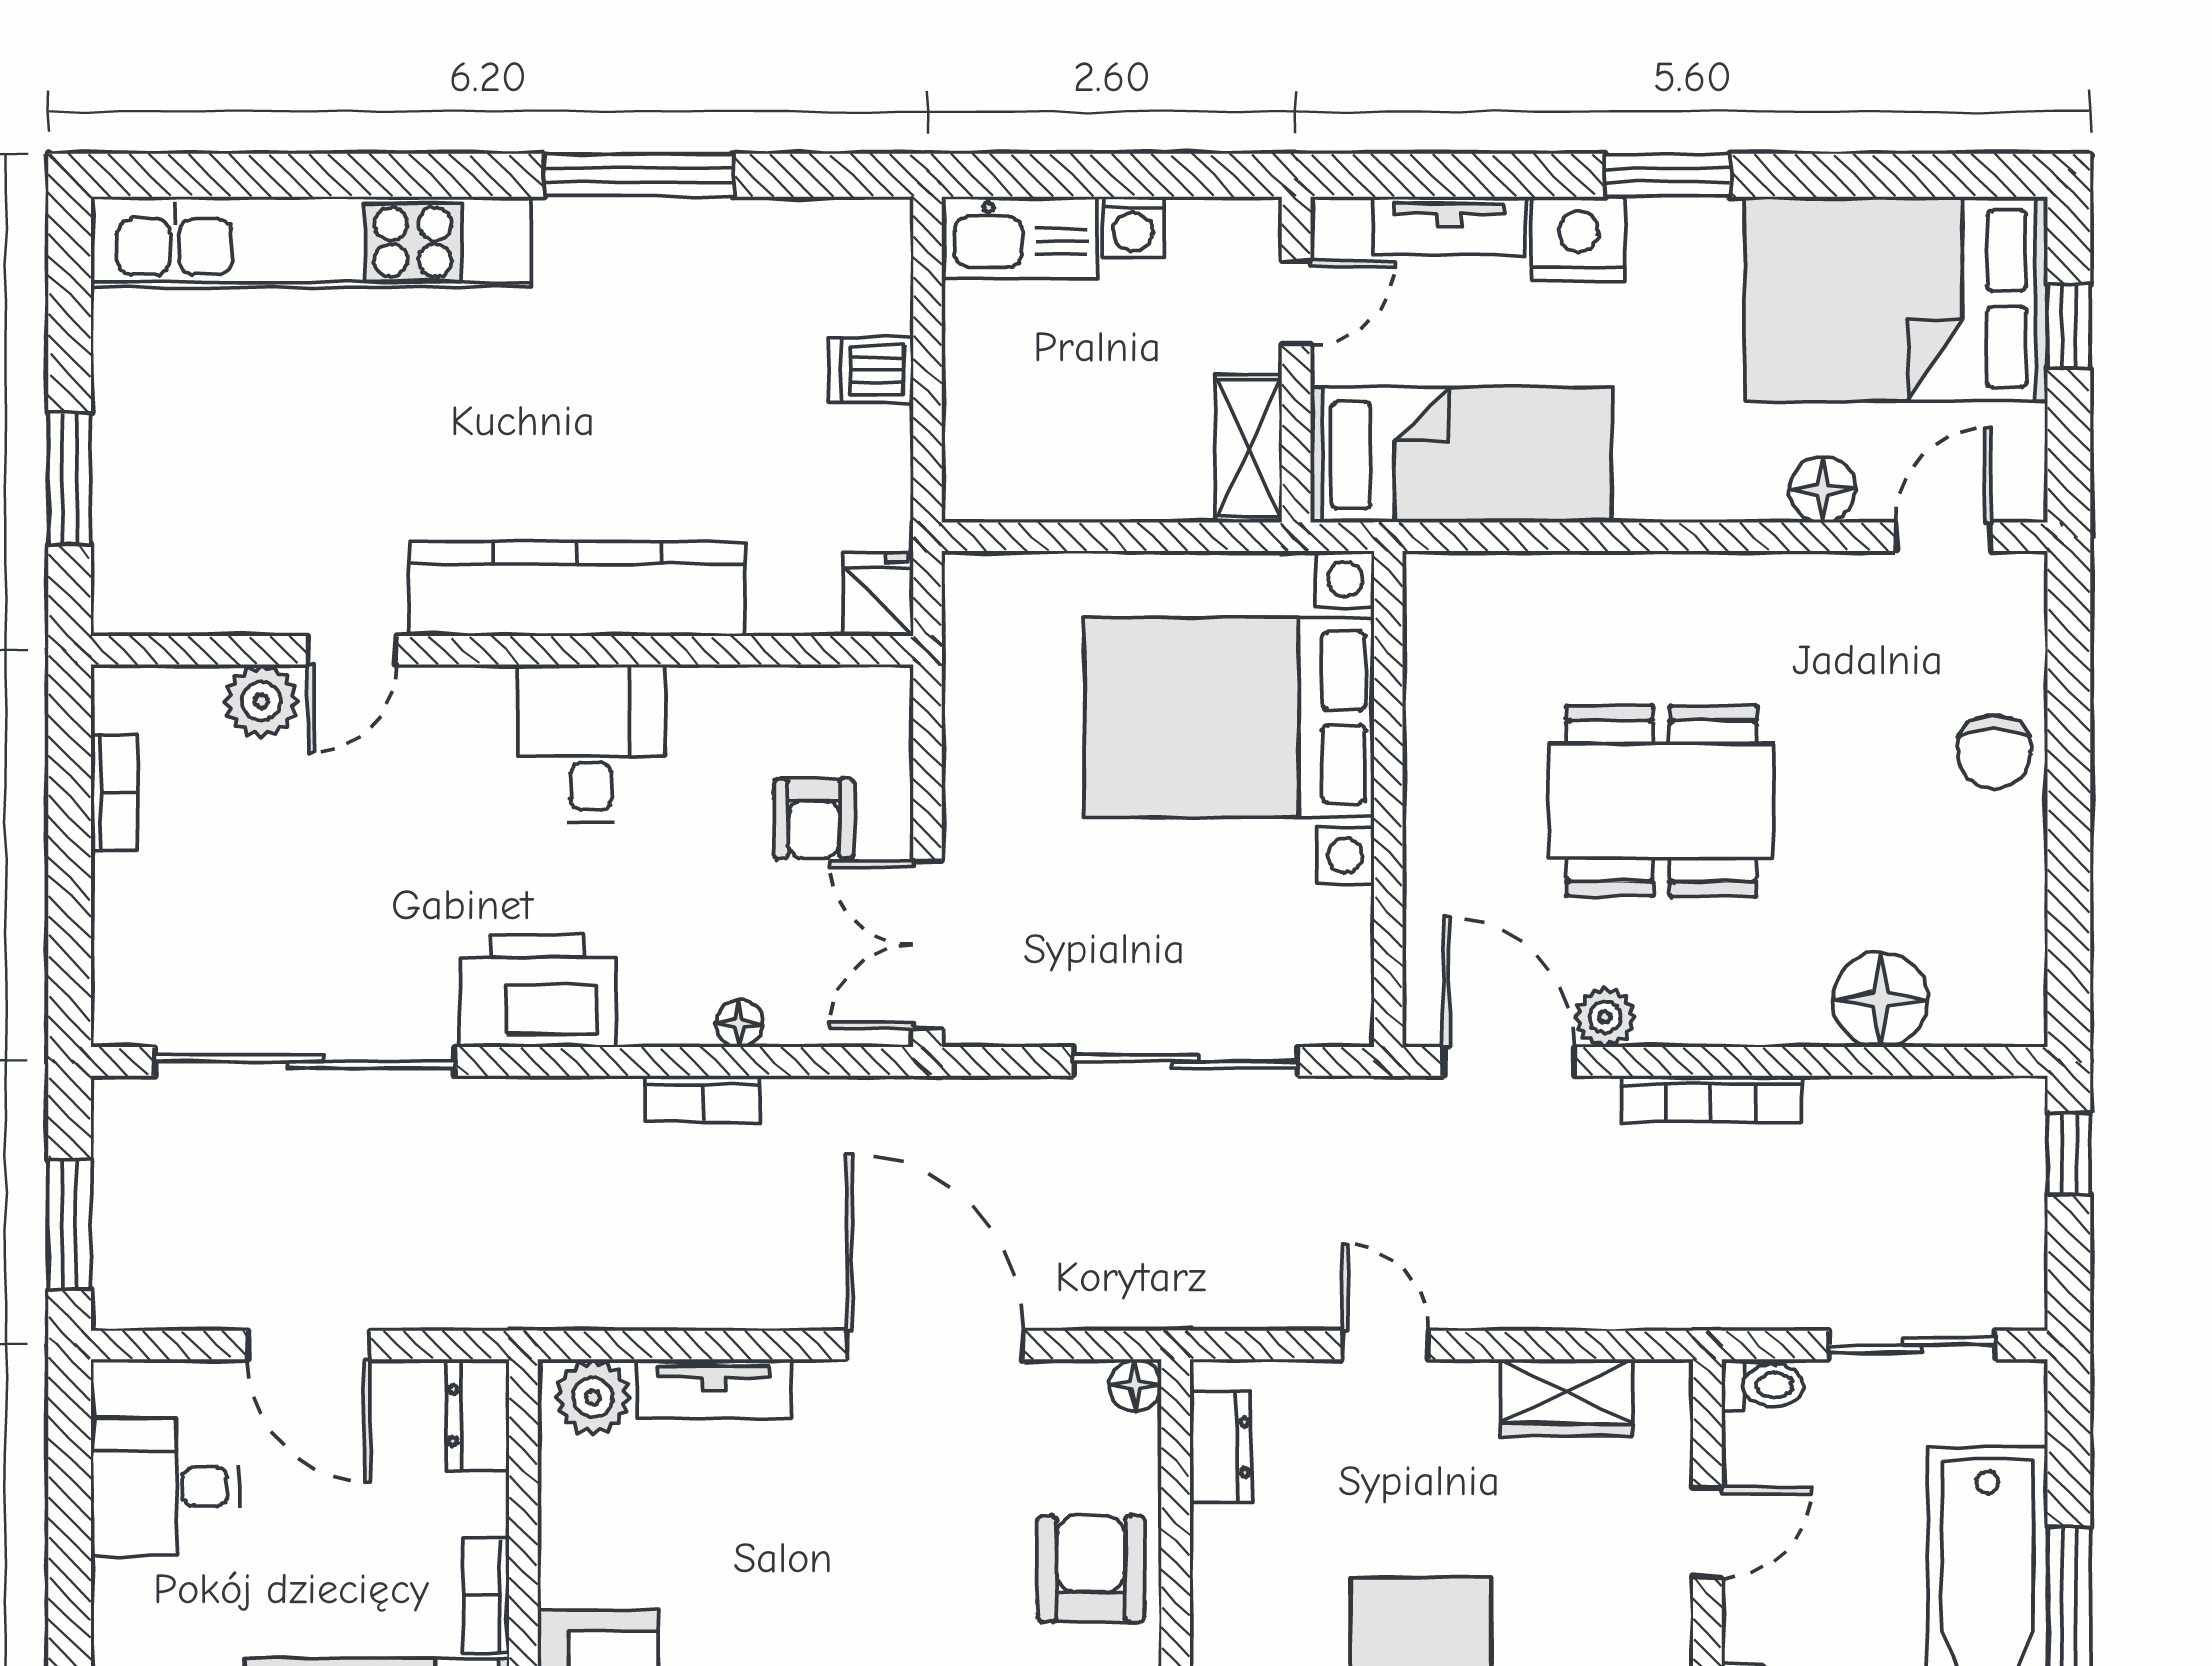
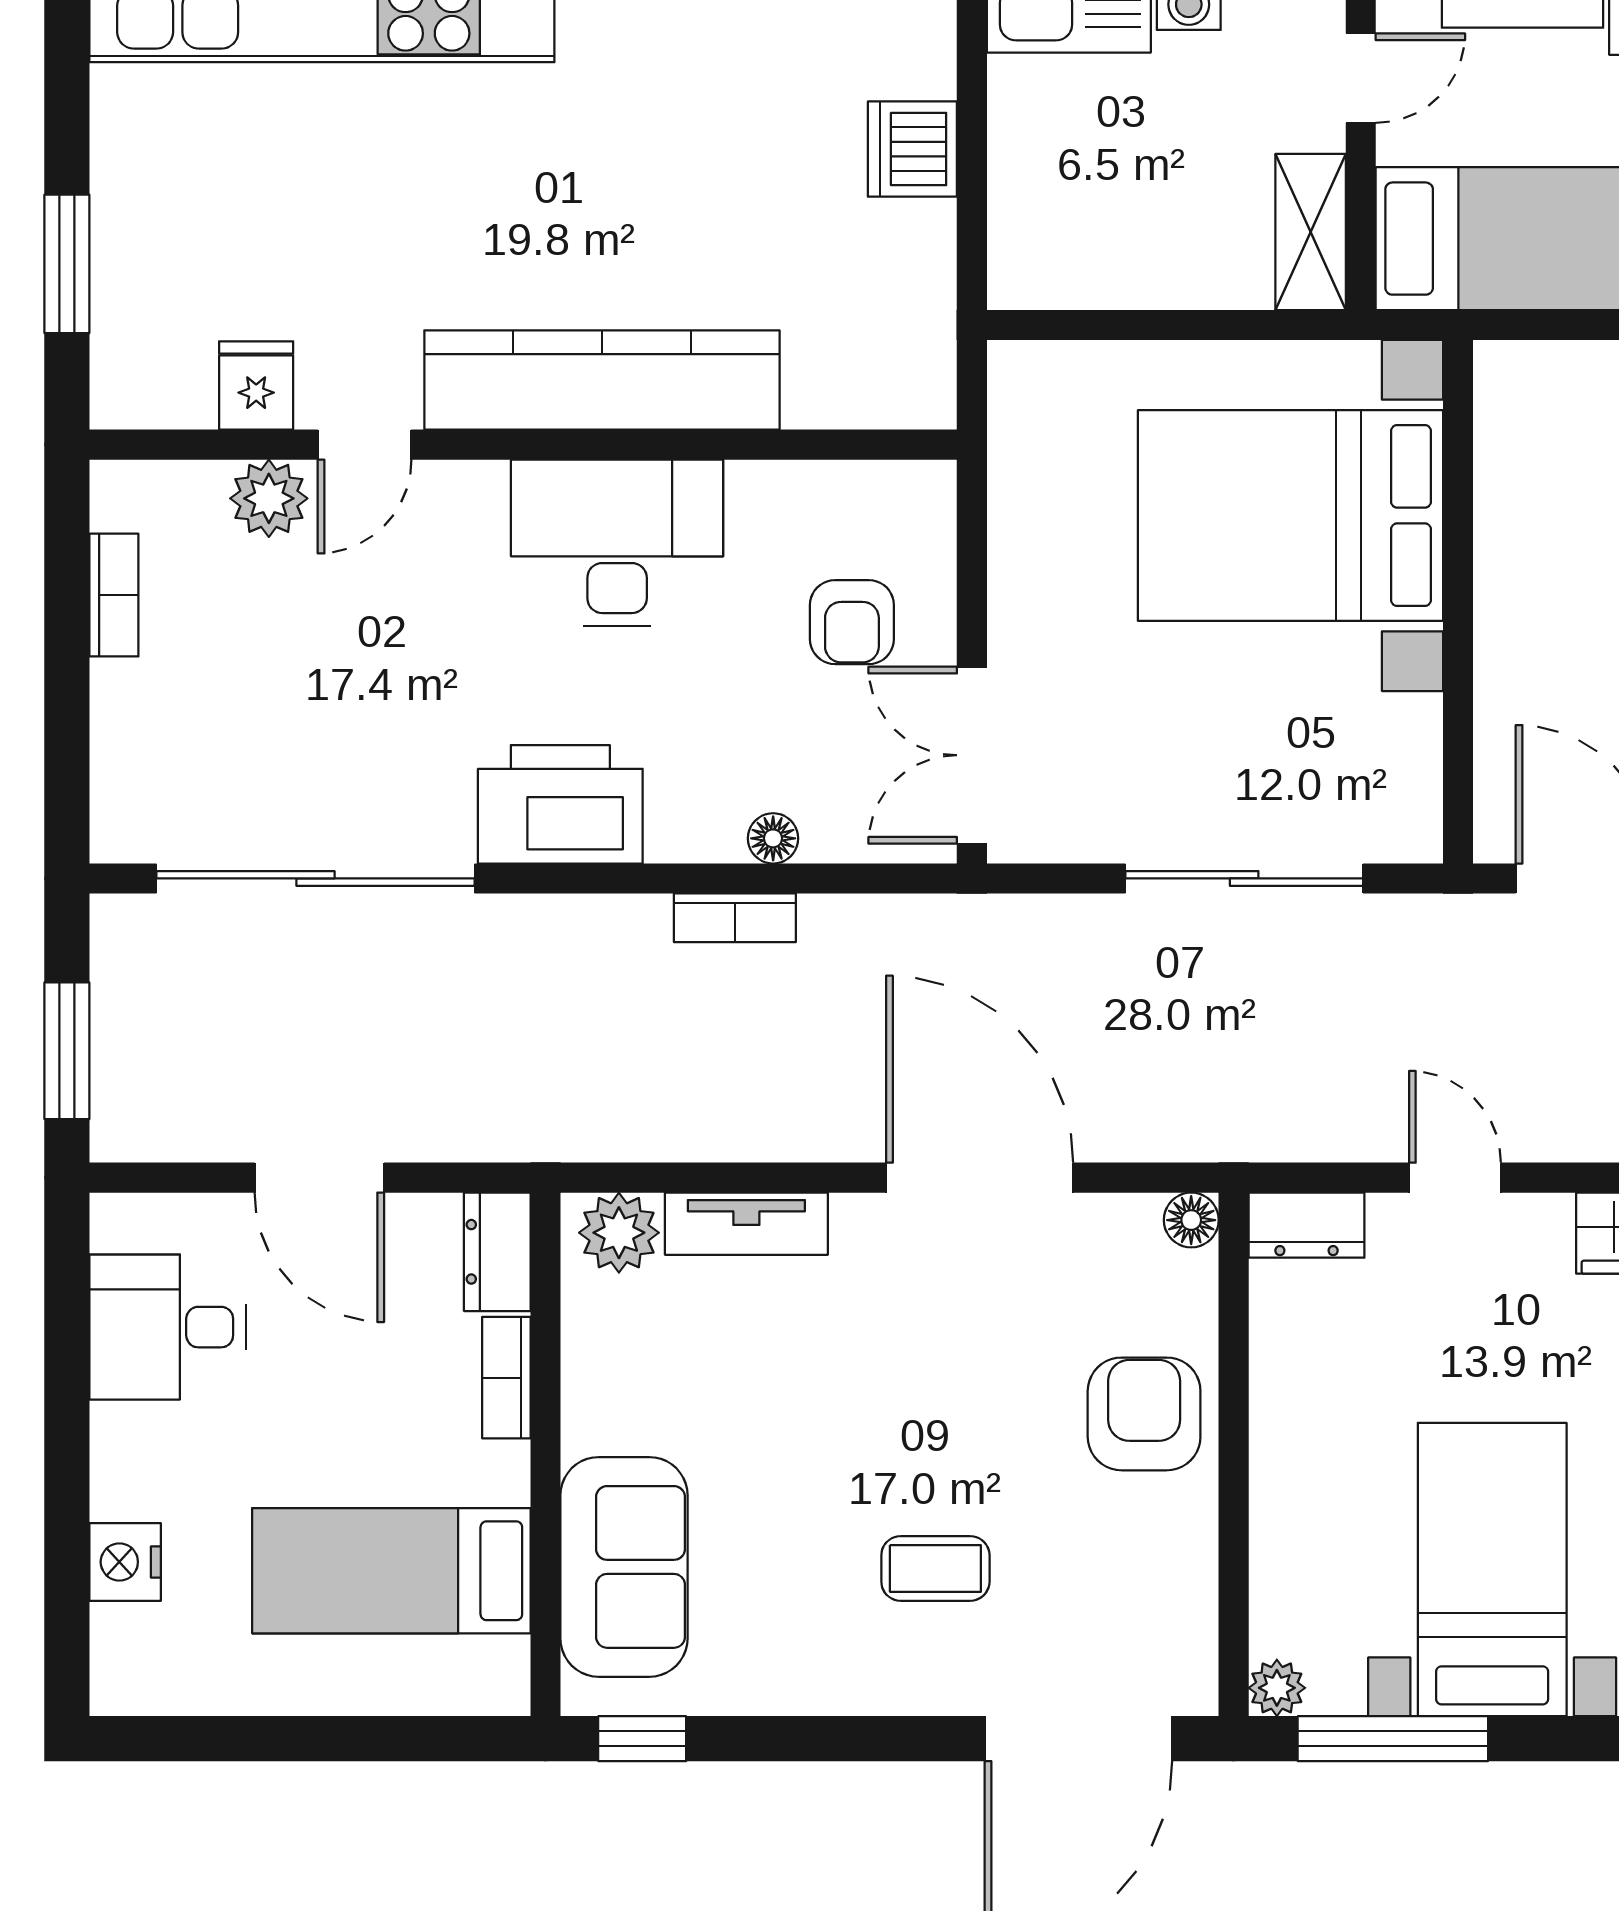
dishwasher: (871, 370) -> (912, 149), width x1.38
fridge: (878, 594) -> (256, 386), moved
desk: (591, 743) -> (617, 543), width x1.37
dresser: (1221, 1447) -> (1306, 1225), moved, turned 90
bookcase: (486, 1595) -> (506, 1378), moved

